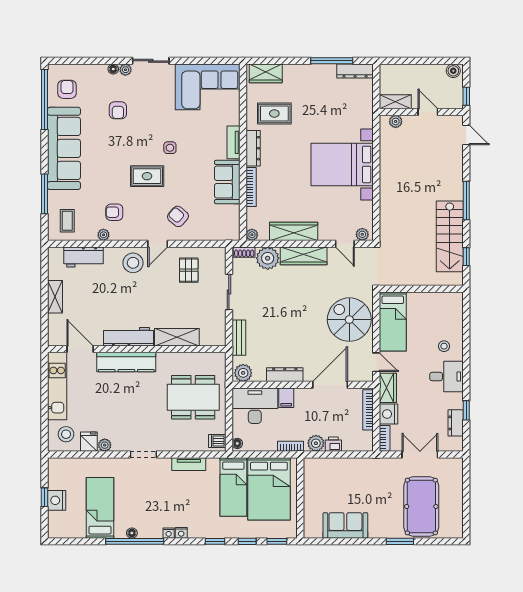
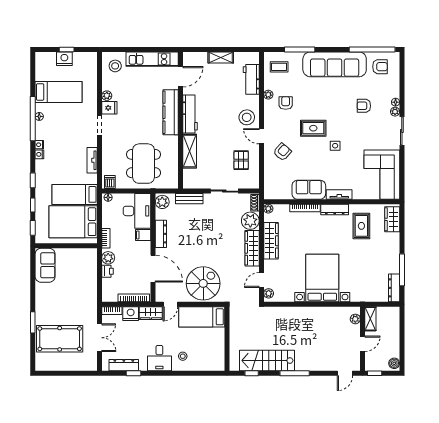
rug: (147, 176) -> (313, 128), turned 90
pallet: (189, 270) -> (241, 160), turned 90
dresser: (456, 423) -> (124, 365), width x1.44
fridge: (89, 442) -> (109, 108), moved
sofa: (345, 525) -> (45, 265), moved

